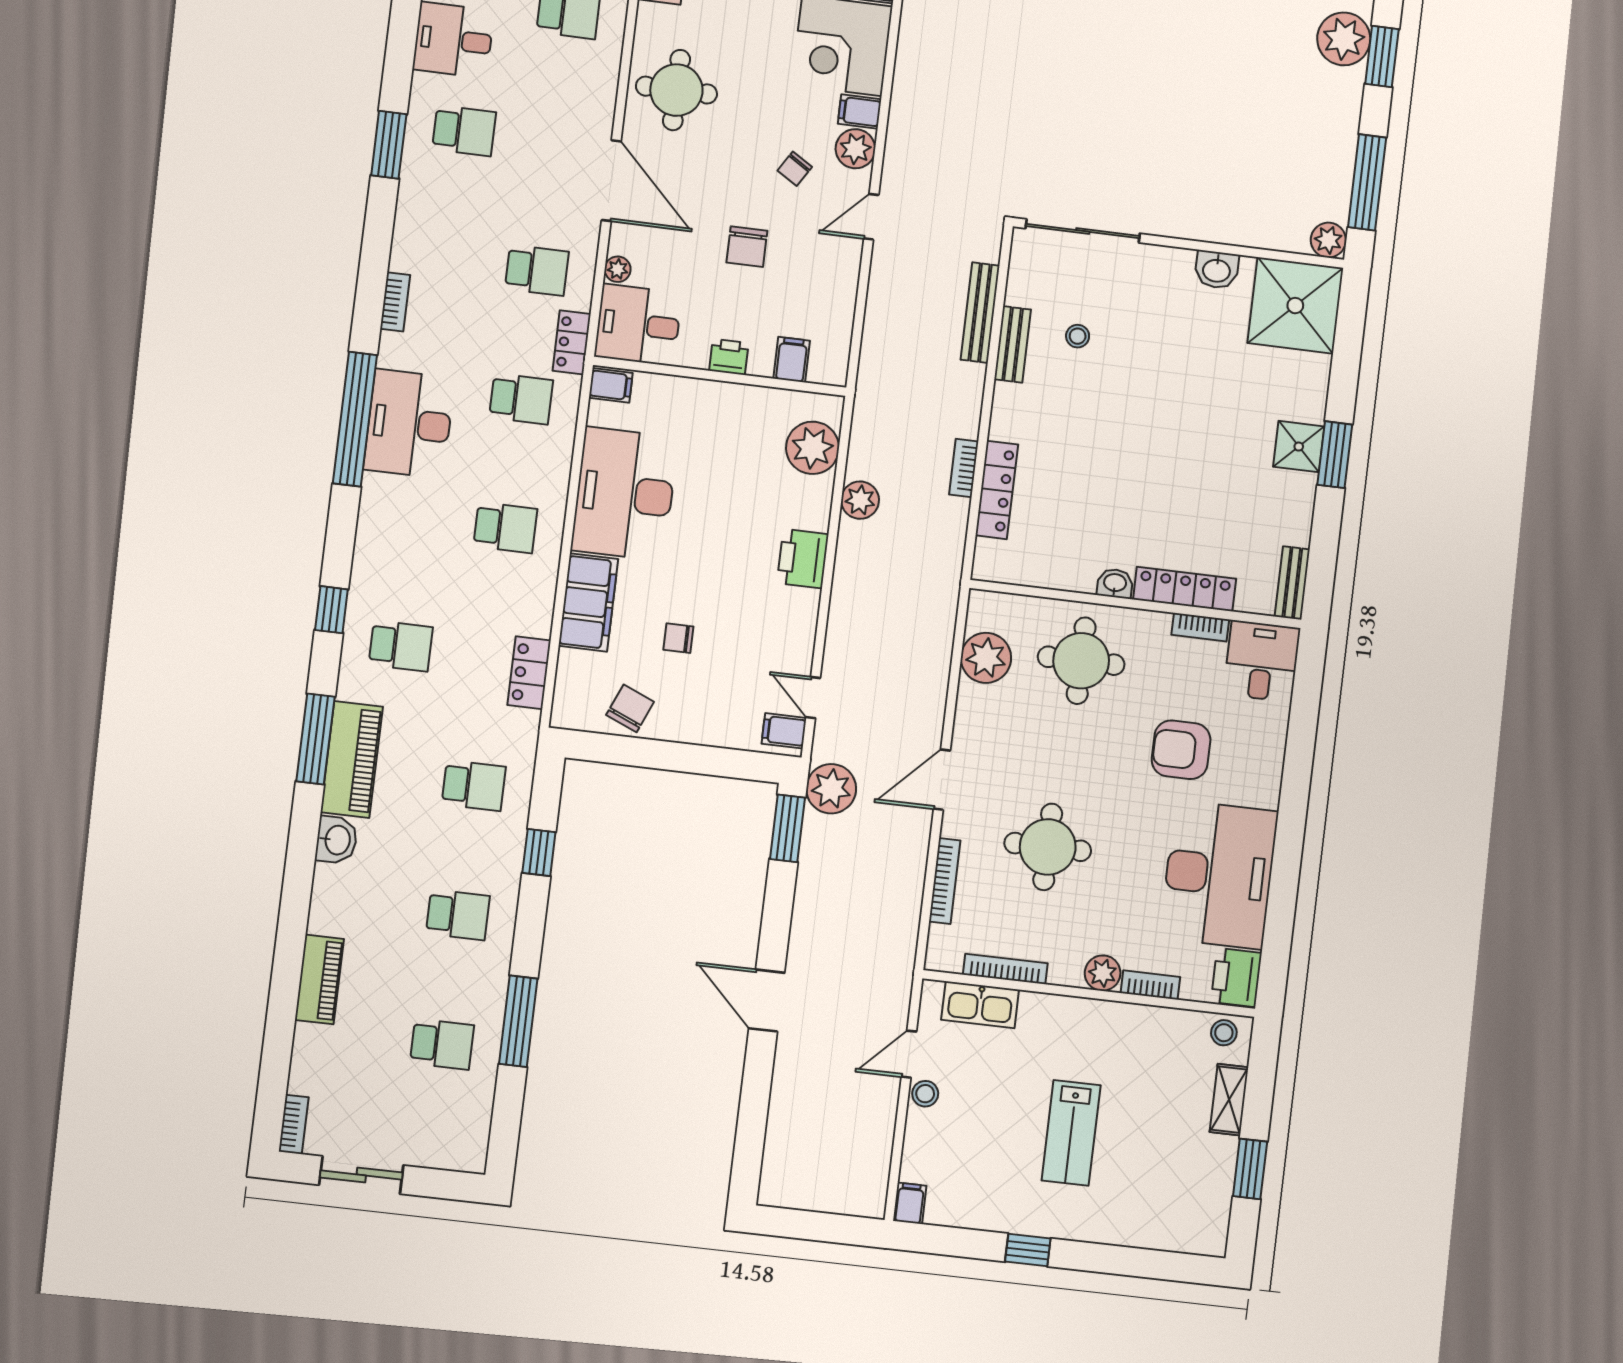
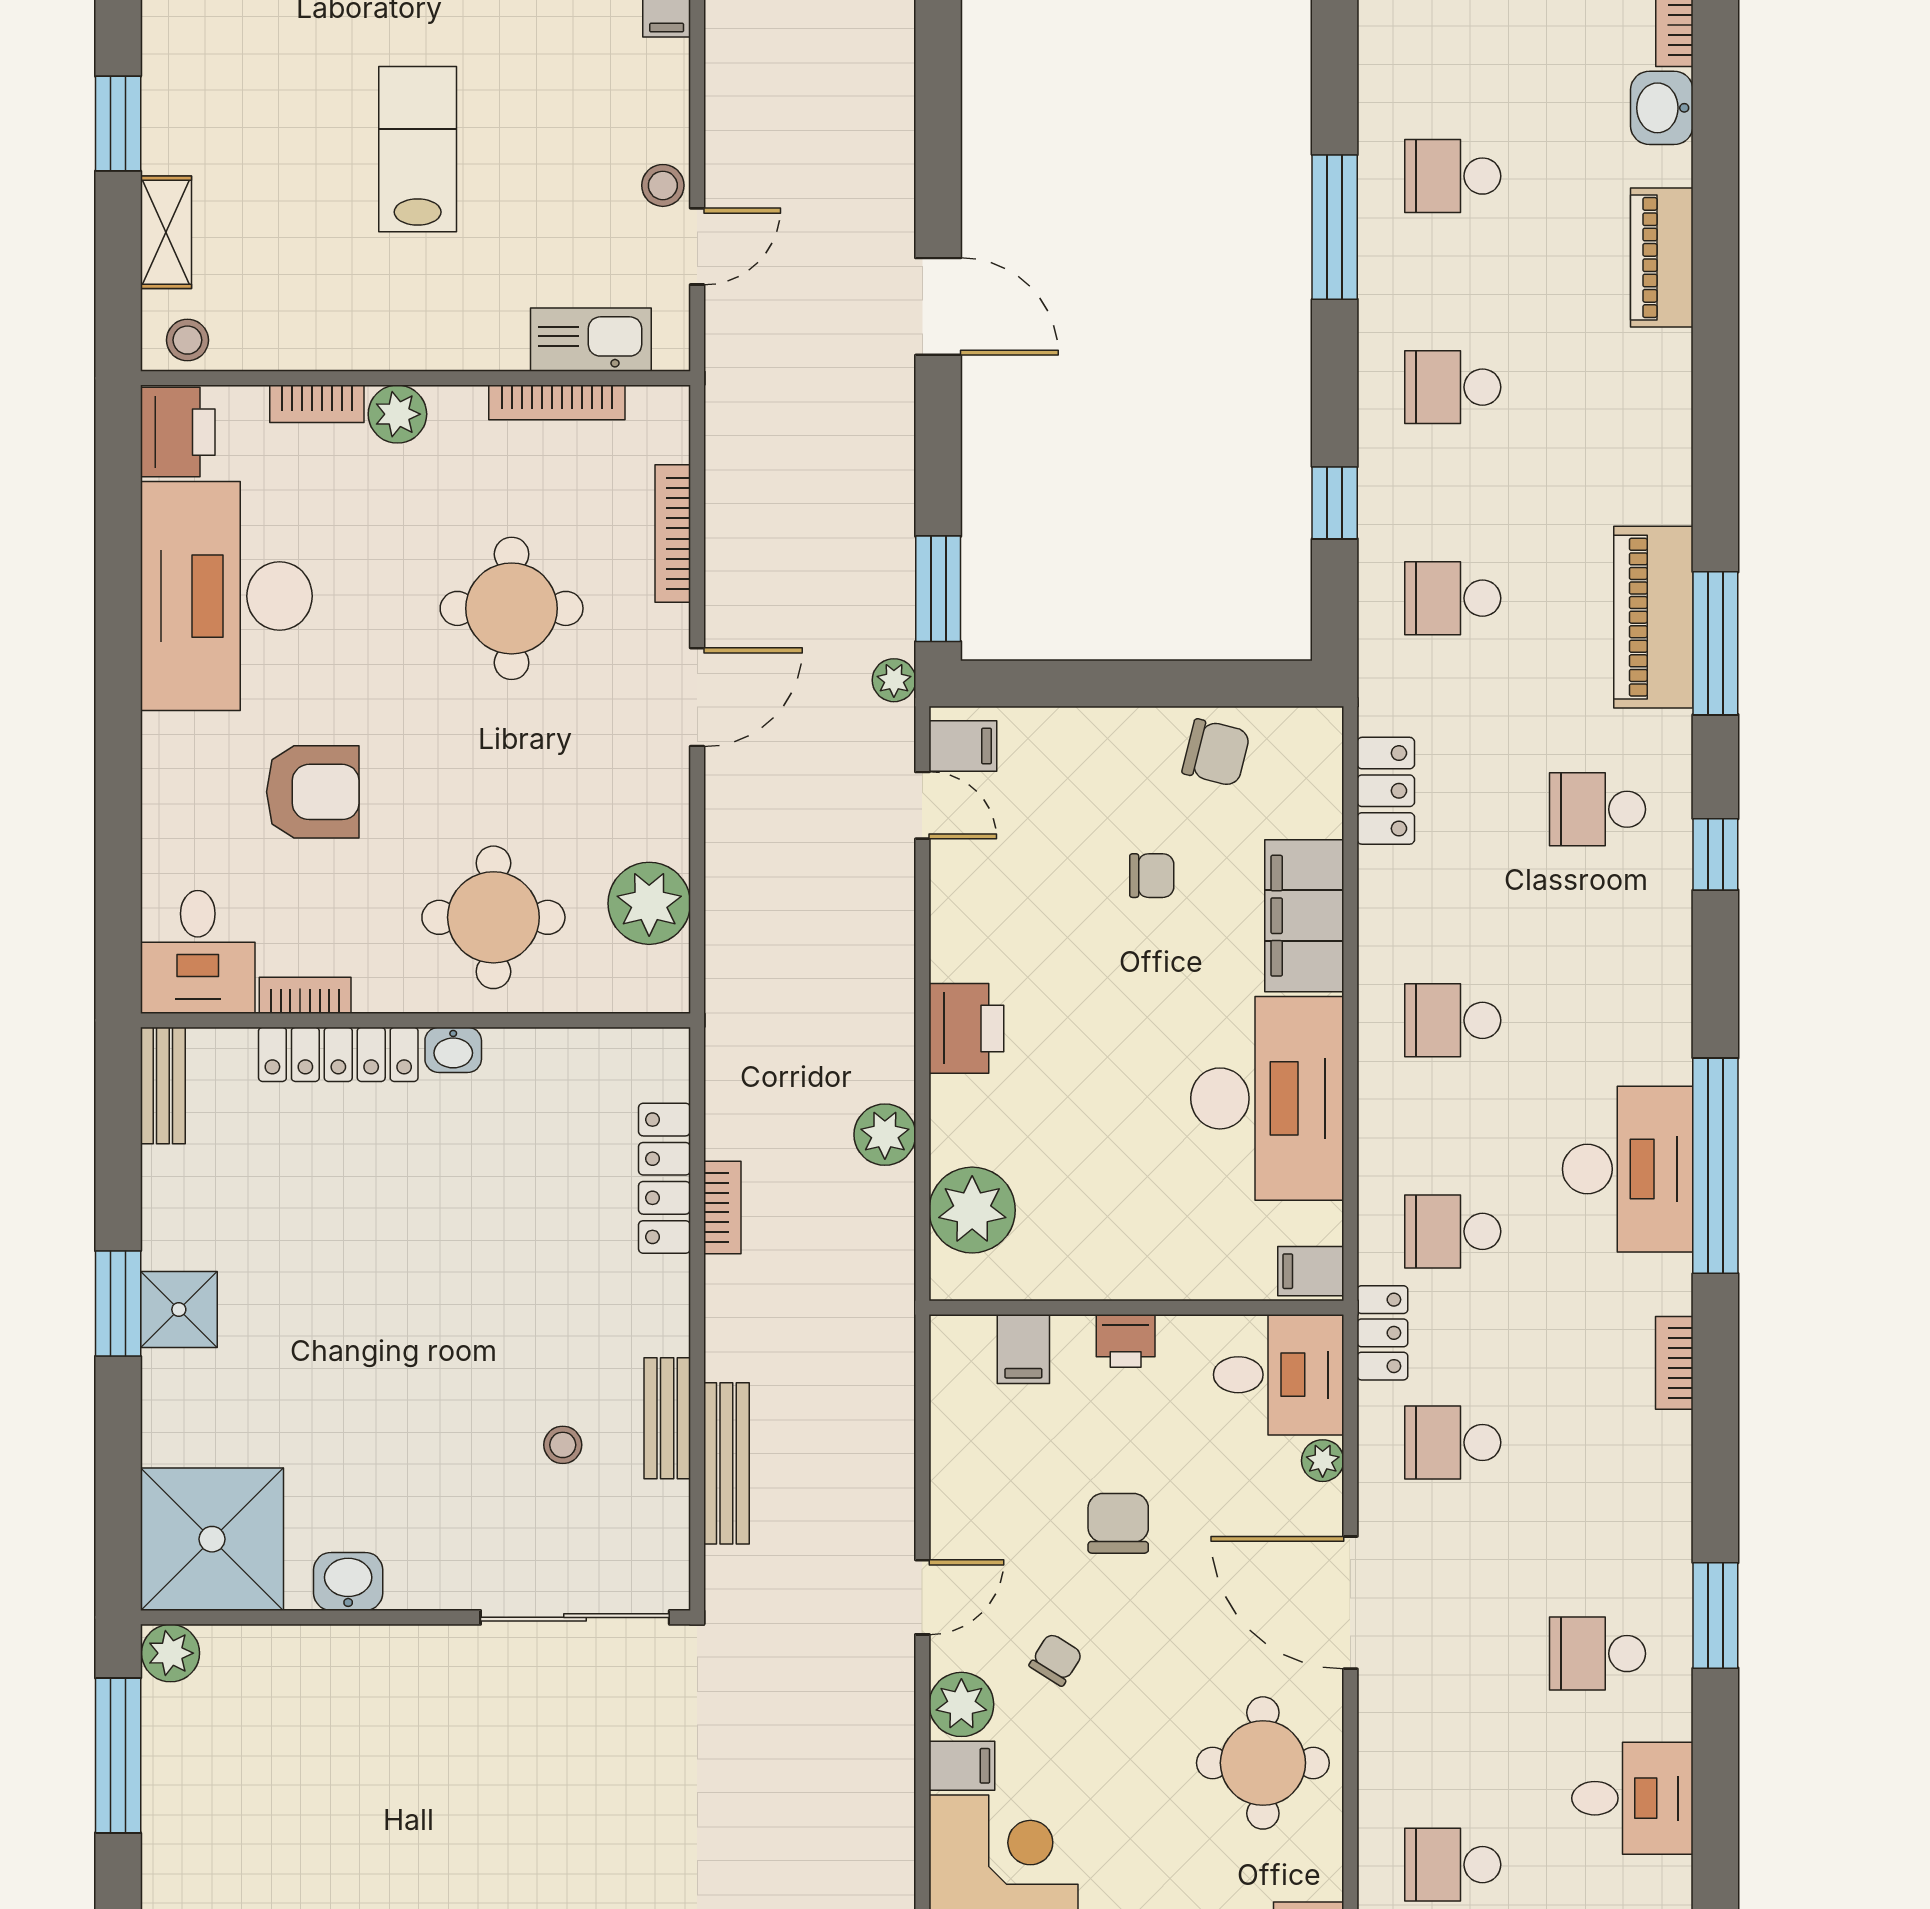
chair: (630, 708) -> (1216, 753), turned -99
plant: (831, 789) -> (894, 680), width x0.53, depth x0.53
washbasin: (337, 840) -> (1662, 108), moved

